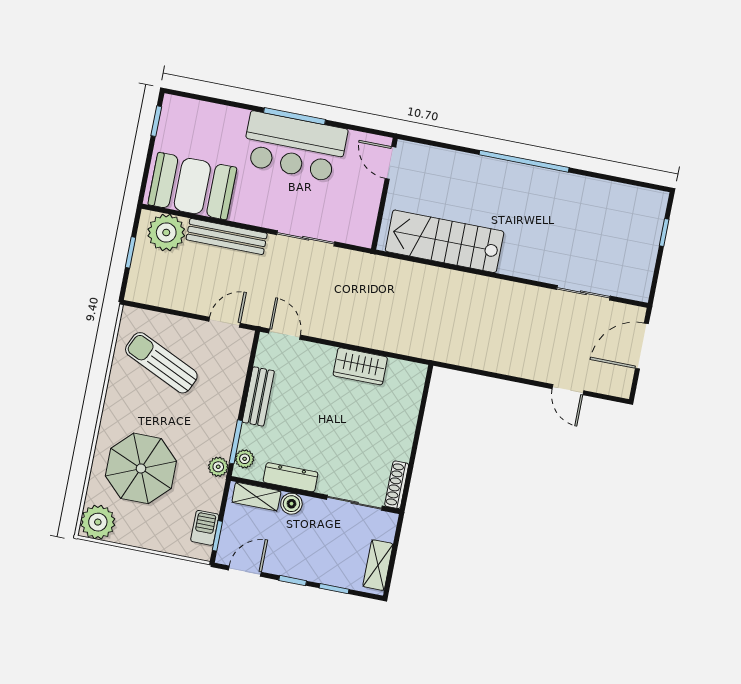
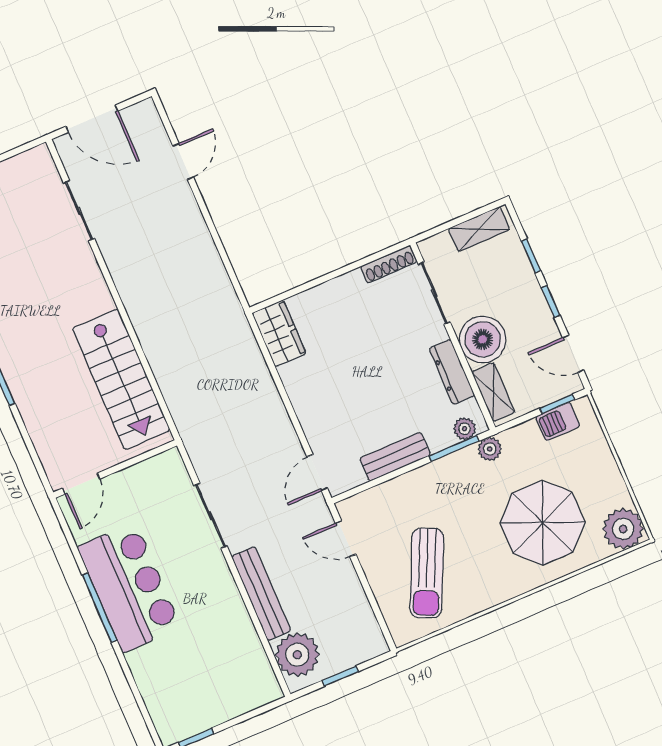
booth: (192, 186) -> (235, 660), removed
wardrobe: (360, 366) -> (279, 333), moved
boiler: (291, 504) -> (483, 339), width x1.86, depth x1.86

